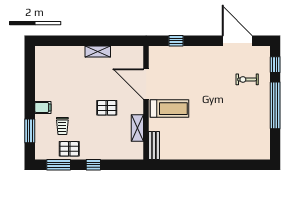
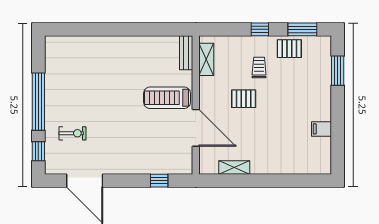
shelving: (98, 51) -> (234, 167), moved
filing cabinet: (43, 107) -> (322, 129), moved
trolley: (62, 126) -> (259, 68), moved
shelving: (137, 128) -> (206, 59), moved

